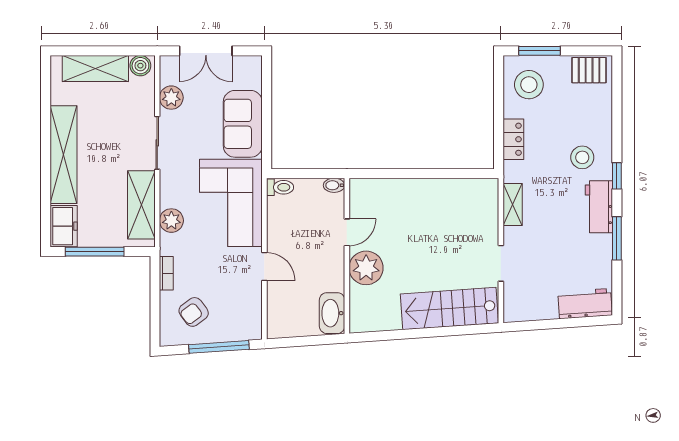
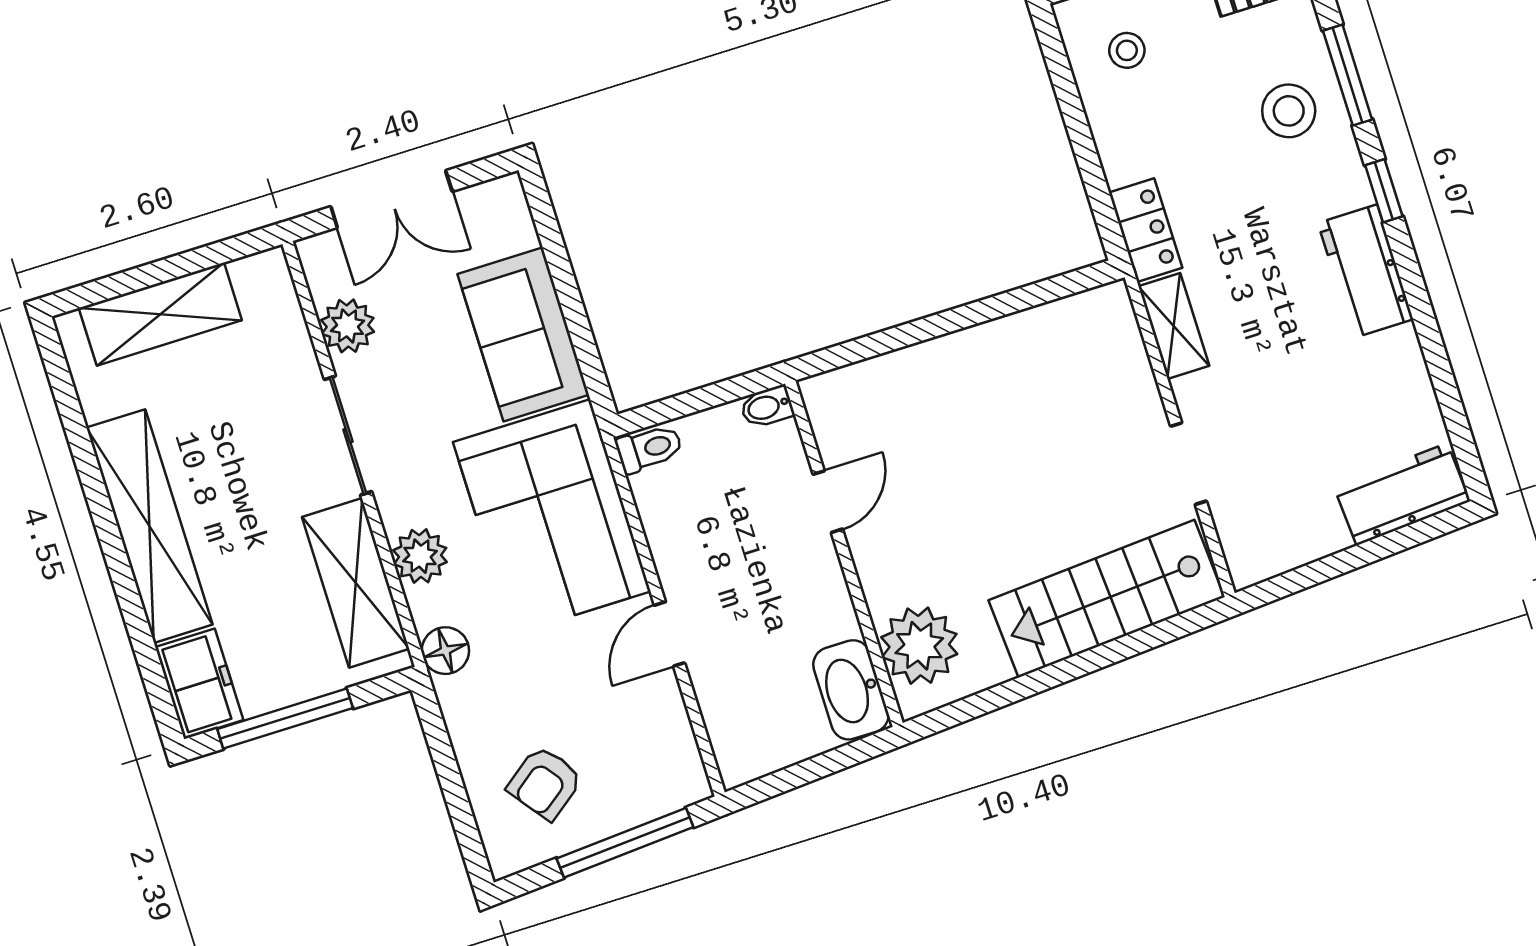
boiler: (140, 66) -> (258, 277), removed
stool: (529, 85) -> (1127, 50), width x0.53, depth x0.53
locker: (513, 139) -> (1146, 230), moved
stool: (582, 157) -> (1289, 111), moved
plant: (171, 221) -> (420, 556), moved
window: (617, 238) -> (1348, 75), moved
floor lamp: (170, 244) -> (445, 651), added
door: (264, 267) -> (669, 634), swing flipped
plant: (366, 268) -> (919, 646), moved
bookcase: (166, 273) -> (458, 717), removed

